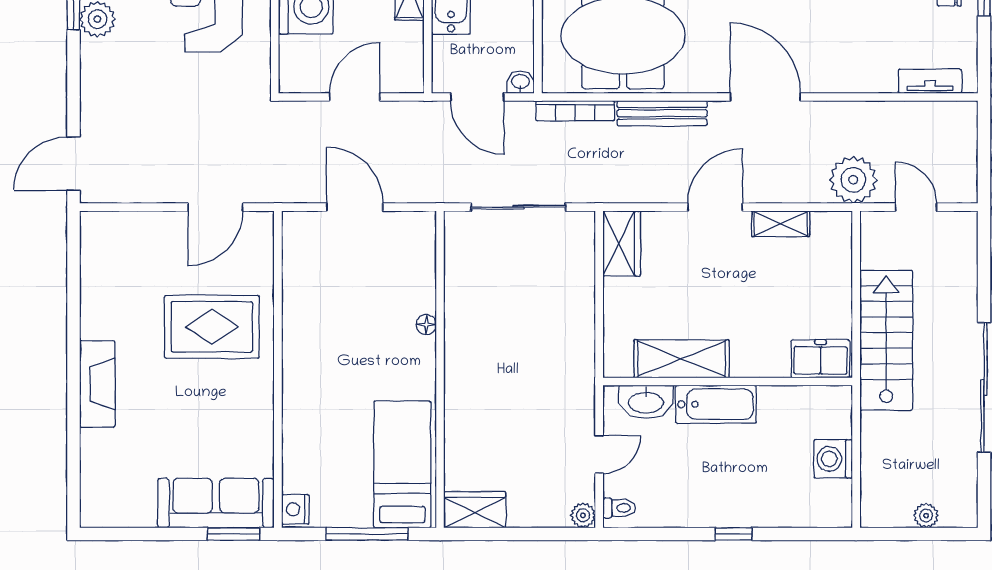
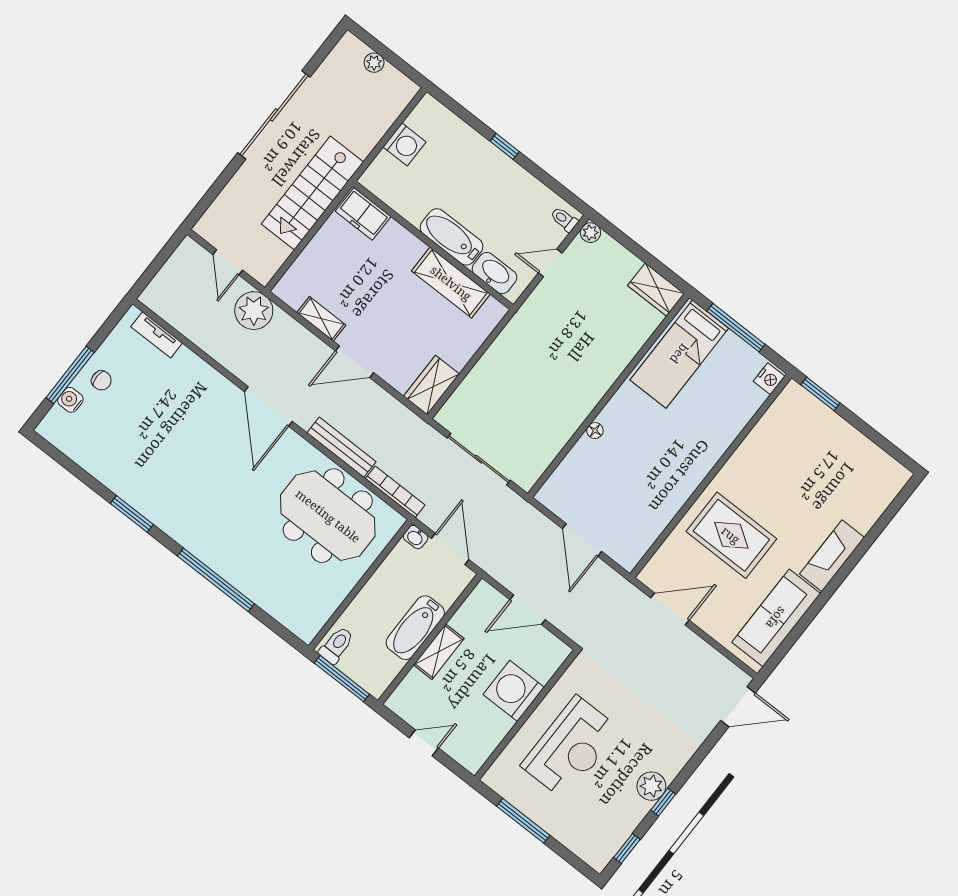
sofa: (216, 503) -> (776, 618), moved, turned 90

